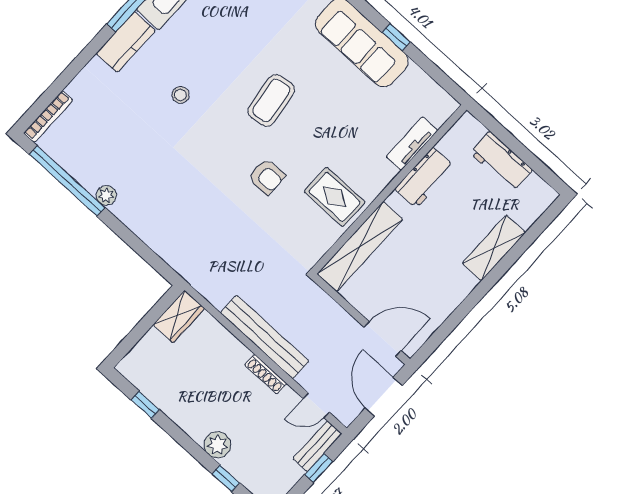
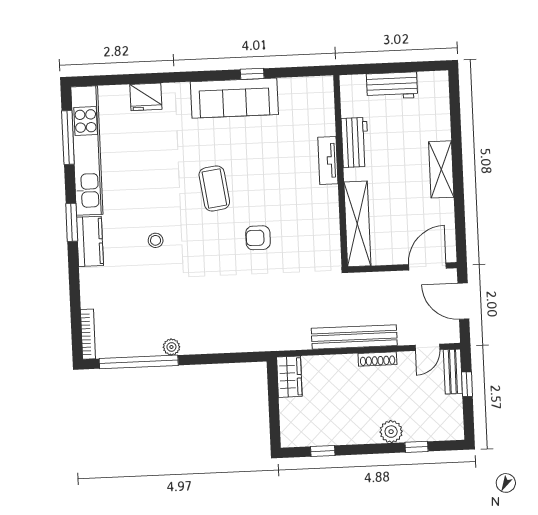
tv unit: (412, 144) -> (328, 160), moved
armchair: (267, 177) -> (258, 238), turned 180
rug: (335, 197) -> (312, 209), removed
shelving: (494, 248) -> (441, 169), moved

